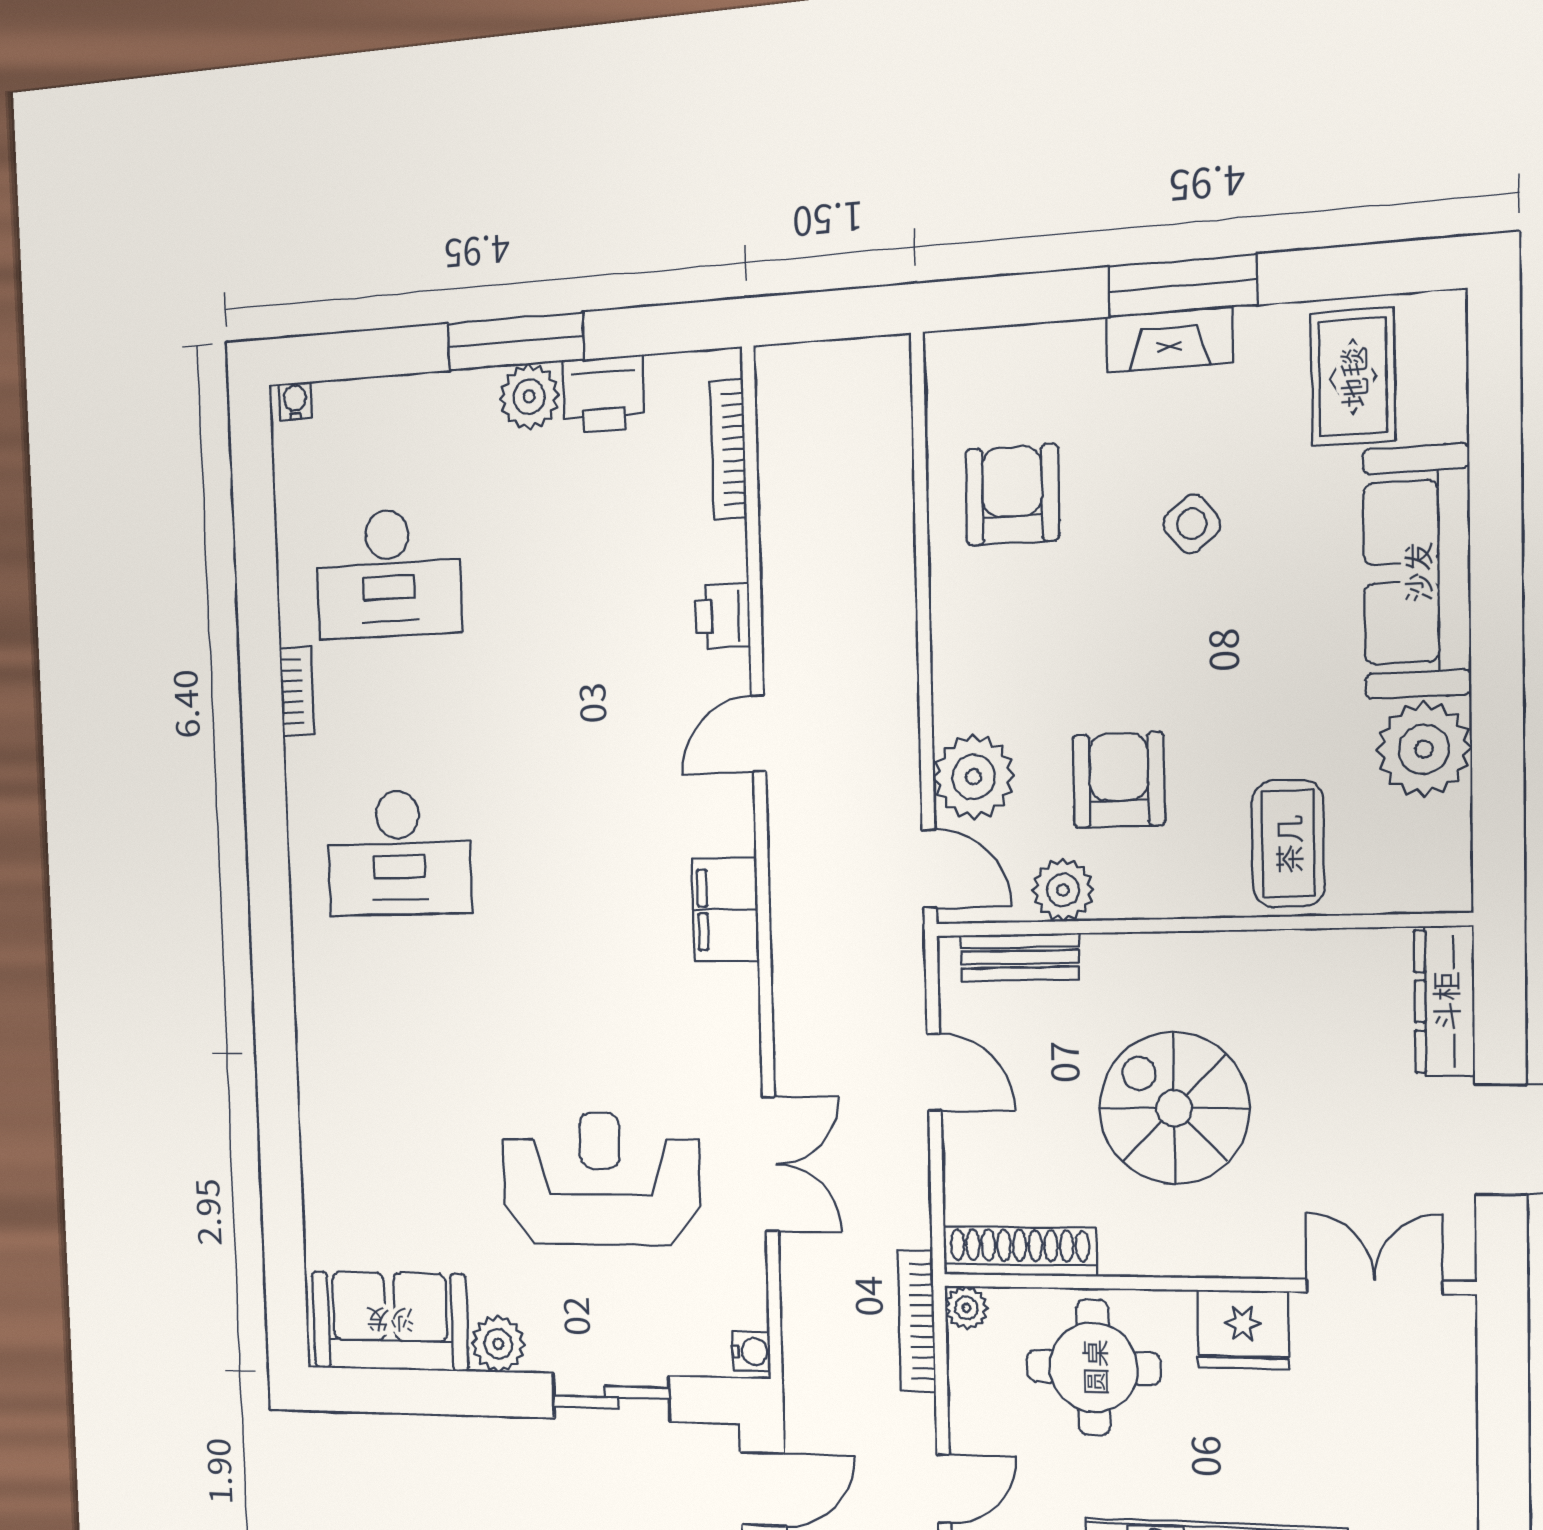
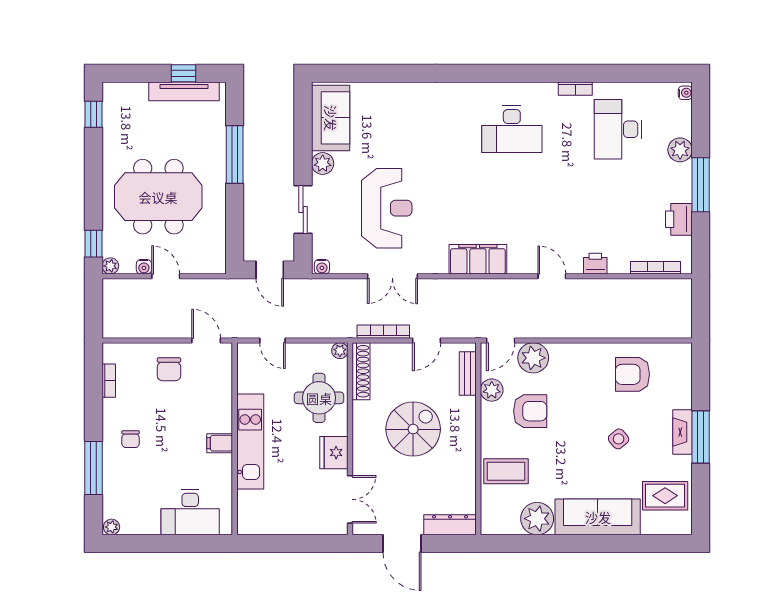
plant: (529, 397) -> (680, 150), moved
armchair: (1012, 495) -> (632, 374), turned 180
desk: (399, 853) -> (512, 129), turned -90
filing cabinet: (725, 909) -> (478, 259), width x1.50, depth x1.17
bookcase: (917, 1321) -> (383, 332), moved

